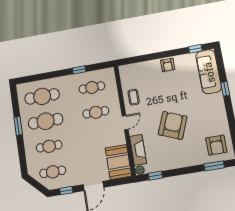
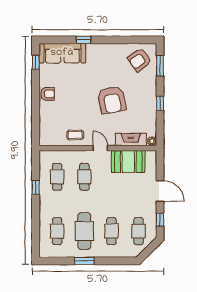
cafe table: (42, 96) -> (57, 231), width x0.73, depth x0.74
armchair: (173, 125) -> (112, 100), turned -123
armchair: (216, 145) -> (140, 60), turned 144
booth: (118, 162) -> (128, 162), moved
window: (155, 176) -> (160, 103), moved

